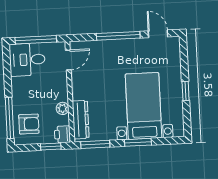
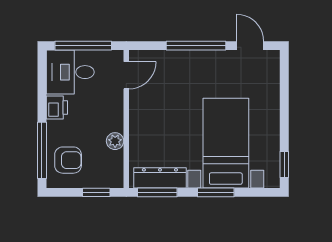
window: (186, 91) -> (284, 165), moved
dresser: (81, 120) -> (160, 178), moved, turned -90
printer: (62, 134) -> (57, 107), moved, turned 180

